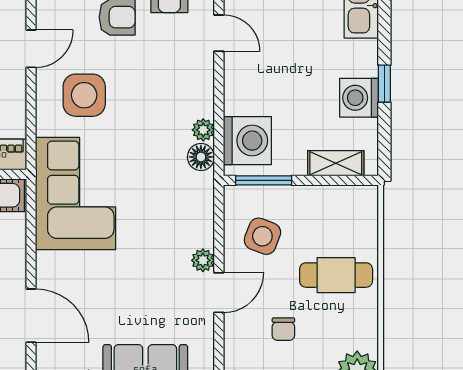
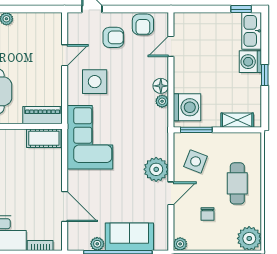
door: (219, 33) -> (171, 46), swing flipped
washing machine: (359, 98) -> (250, 62), moved
floor lamp: (201, 157) -> (161, 86), moved
plant: (203, 260) -> (156, 169), width x1.88, depth x1.88
cafe table: (336, 275) -> (237, 183), turned 90

